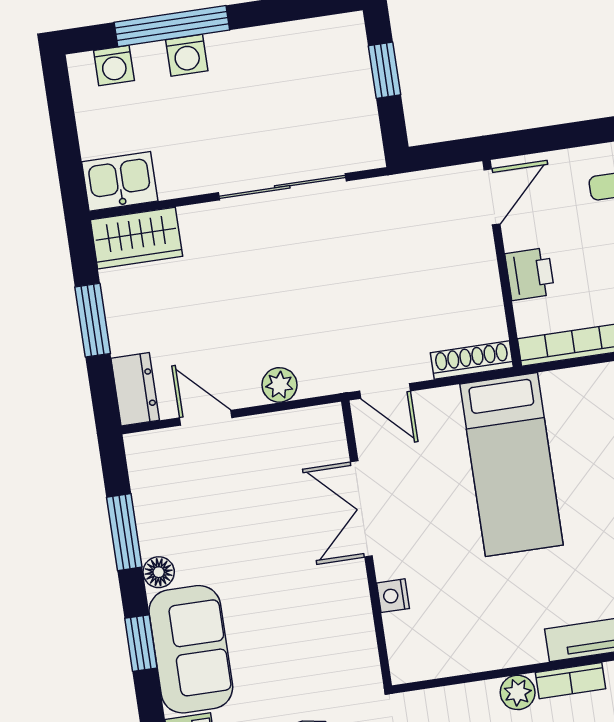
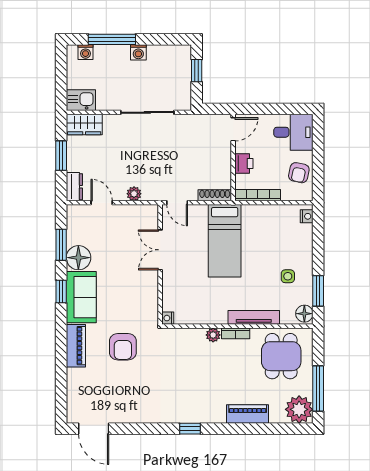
washing machine: (187, 55) -> (138, 52), moved
floor lamp: (159, 572) -> (78, 258), width x1.89, depth x1.89
nightstand: (393, 596) -> (168, 318), moved

